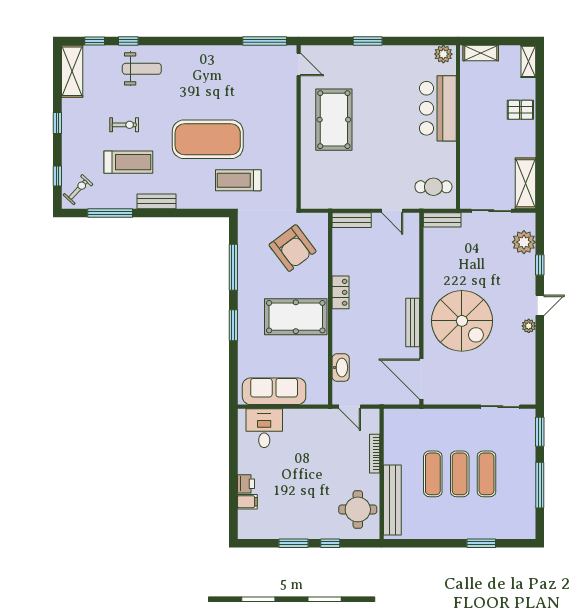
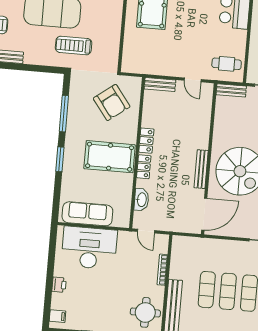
locker: (340, 326) -> (144, 167), added
door: (421, 379) -> (204, 214), swing flipped
desk: (264, 428) -> (89, 248), width x1.87, depth x1.30
filing cabinet: (247, 502) -> (58, 316), moved

